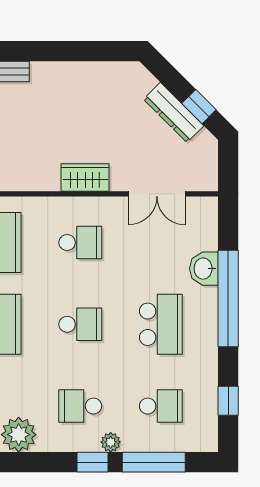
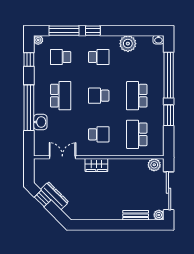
school desk: (80, 243) -> (99, 134), turned 180
school desk: (161, 324) -> (61, 96), turned 180
plant: (111, 442) -> (38, 40), moved

